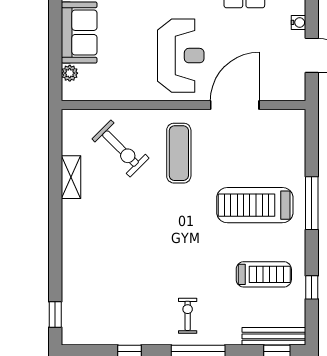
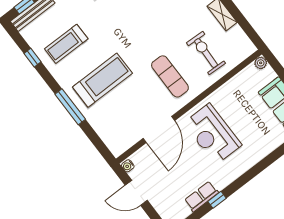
water cooler: (298, 22) -> (128, 166), moved
plant: (70, 73) -> (261, 63), moved
exercise bike: (121, 149) -> (206, 53), turned 47

